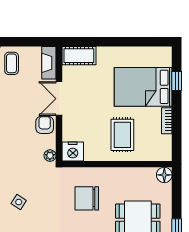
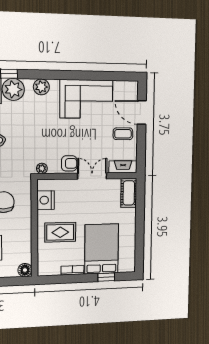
nightstand: (73, 152) -> (46, 200), moved

